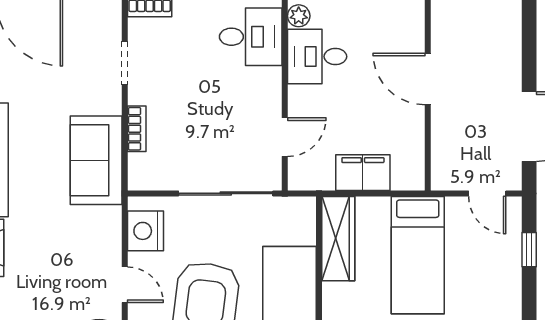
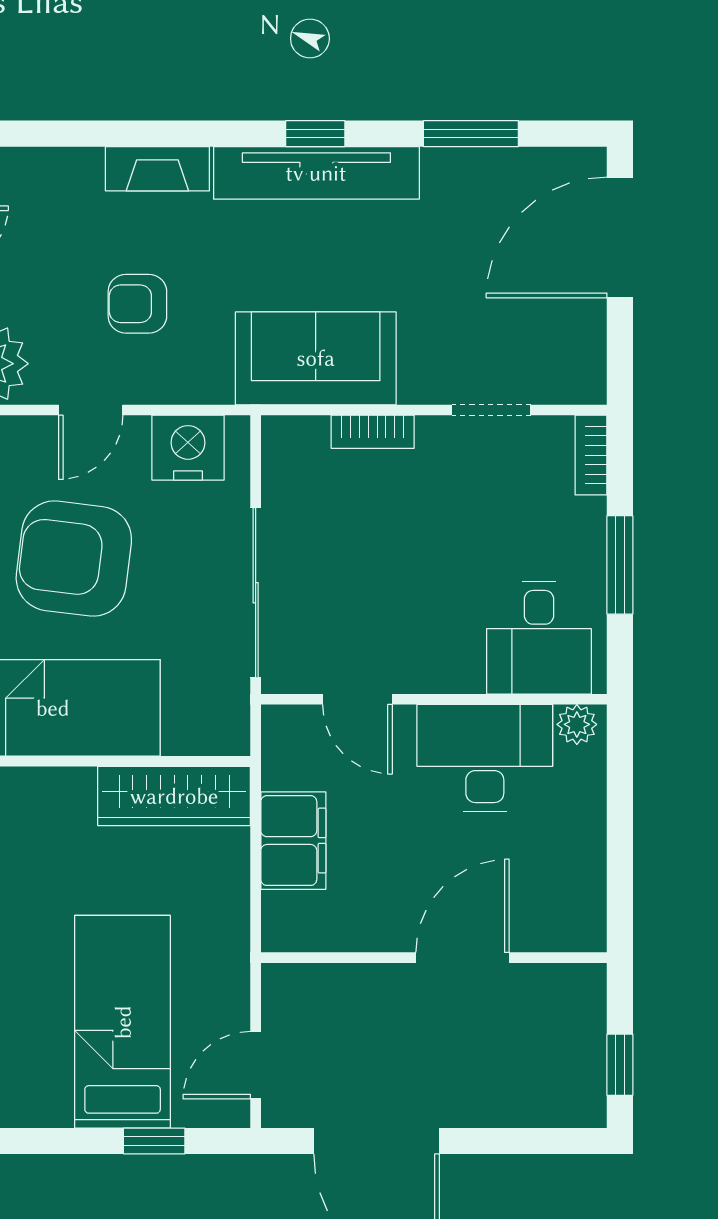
desk: (317, 57) -> (485, 758), width x1.37
bed: (418, 255) -> (123, 1022), moved, turned 90
armchair: (66, 259) -> (137, 304), added

